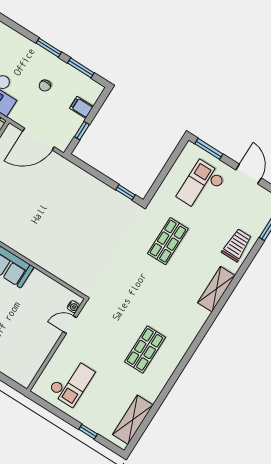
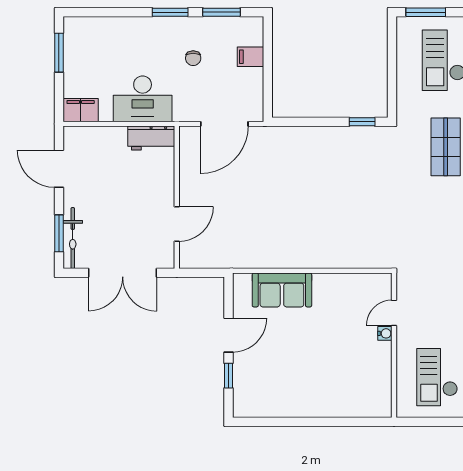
window: (82, 131) -> (268, 83), removed
water cooler: (73, 307) -> (385, 333), moved
checkout: (71, 382) -> (437, 377), turned 180

